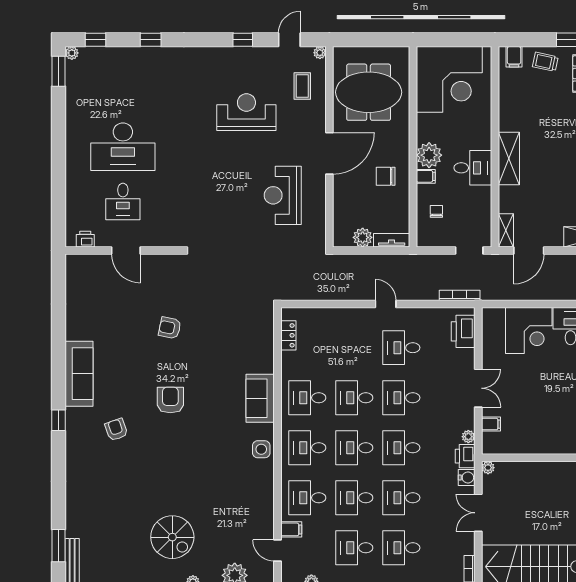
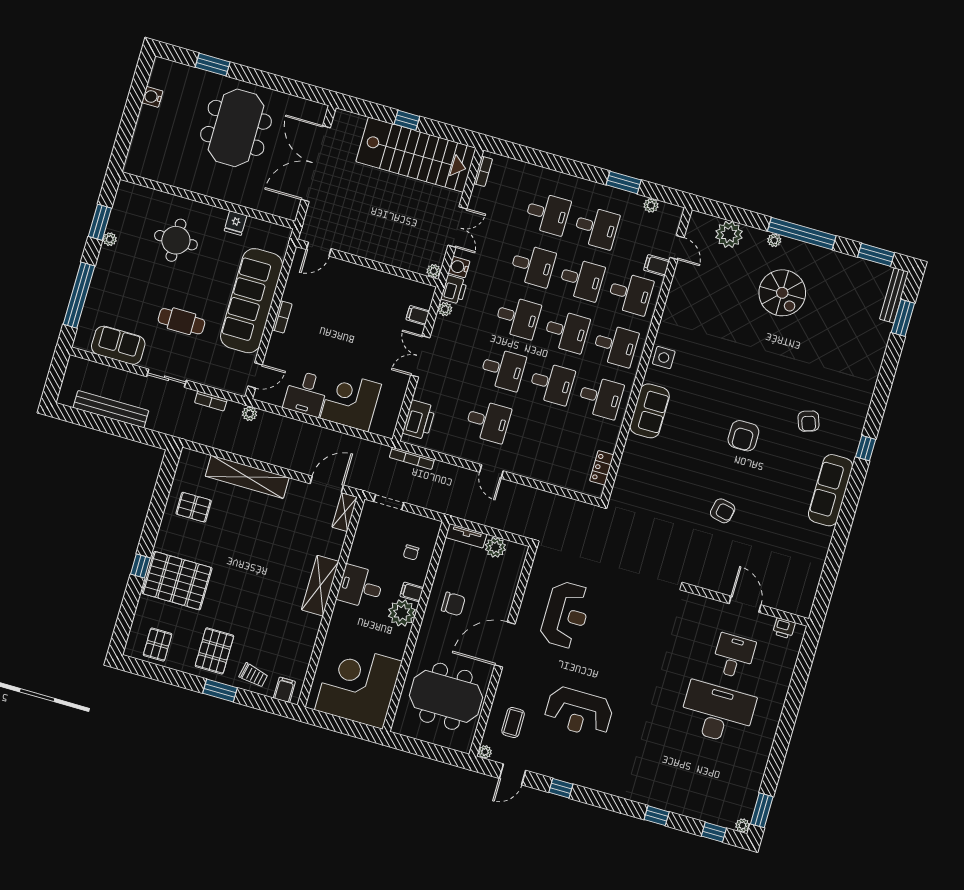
spiral stairs: (172, 537) -> (782, 293), turned 180

